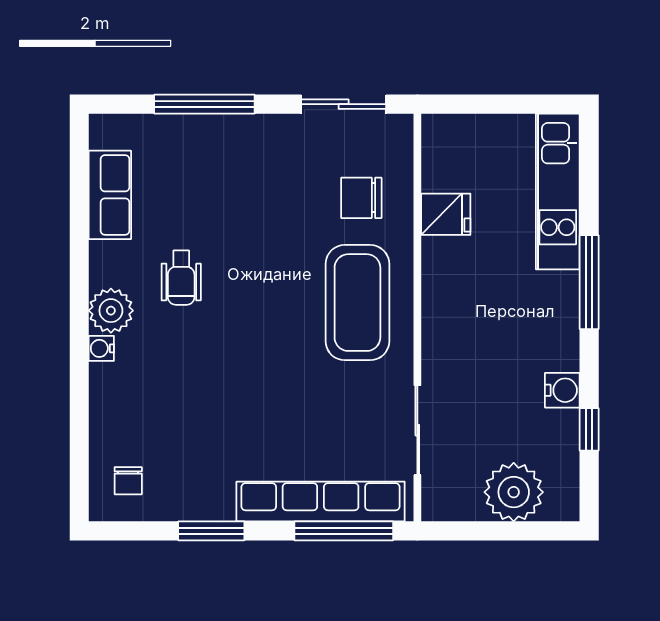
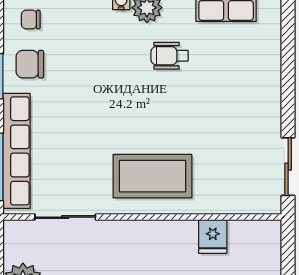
window: (204, 104) -> (288, 72), removed
chair: (361, 198) -> (30, 64), moved, turned -90

